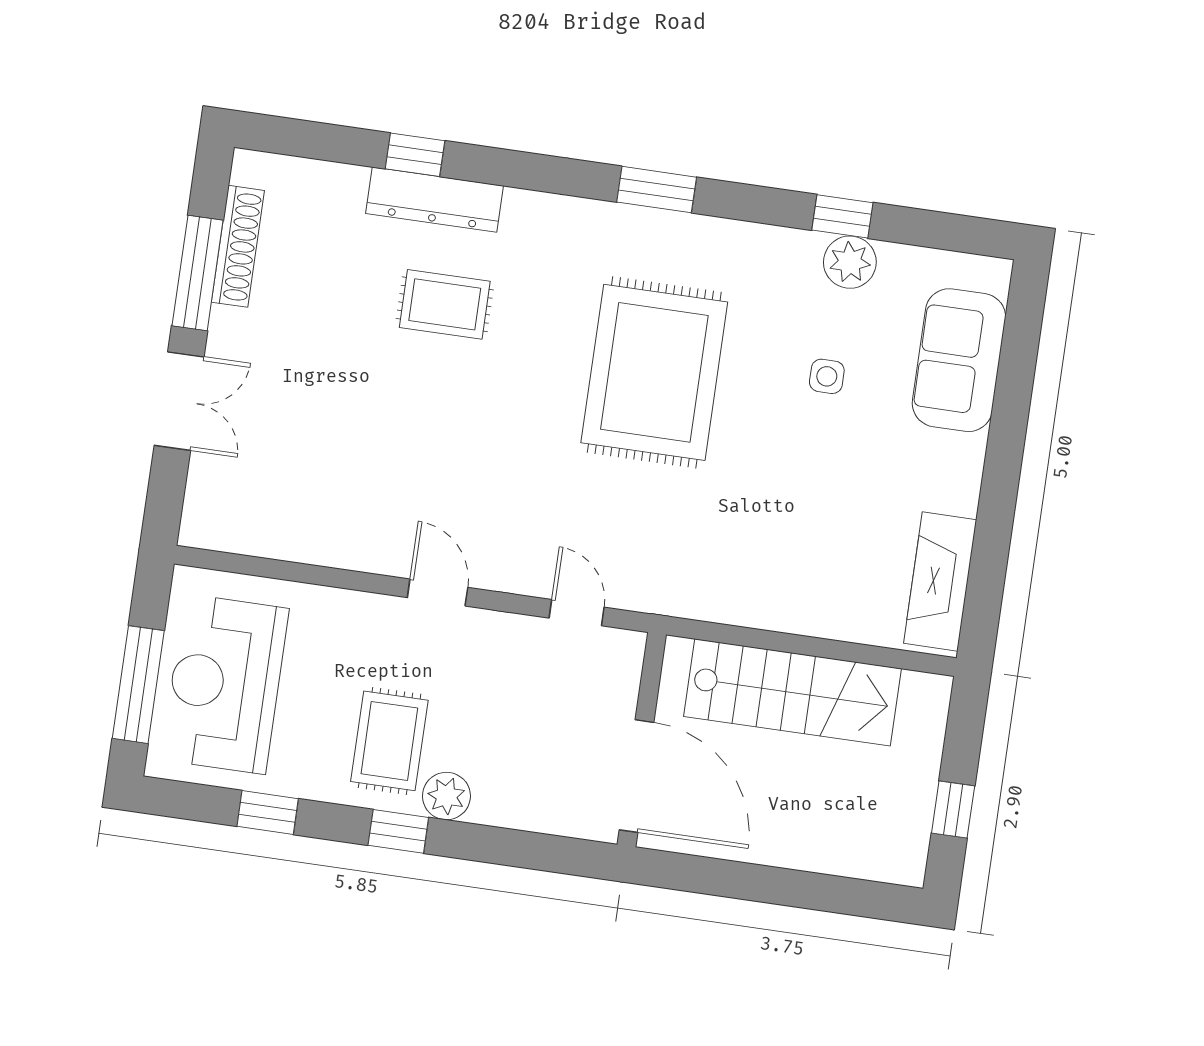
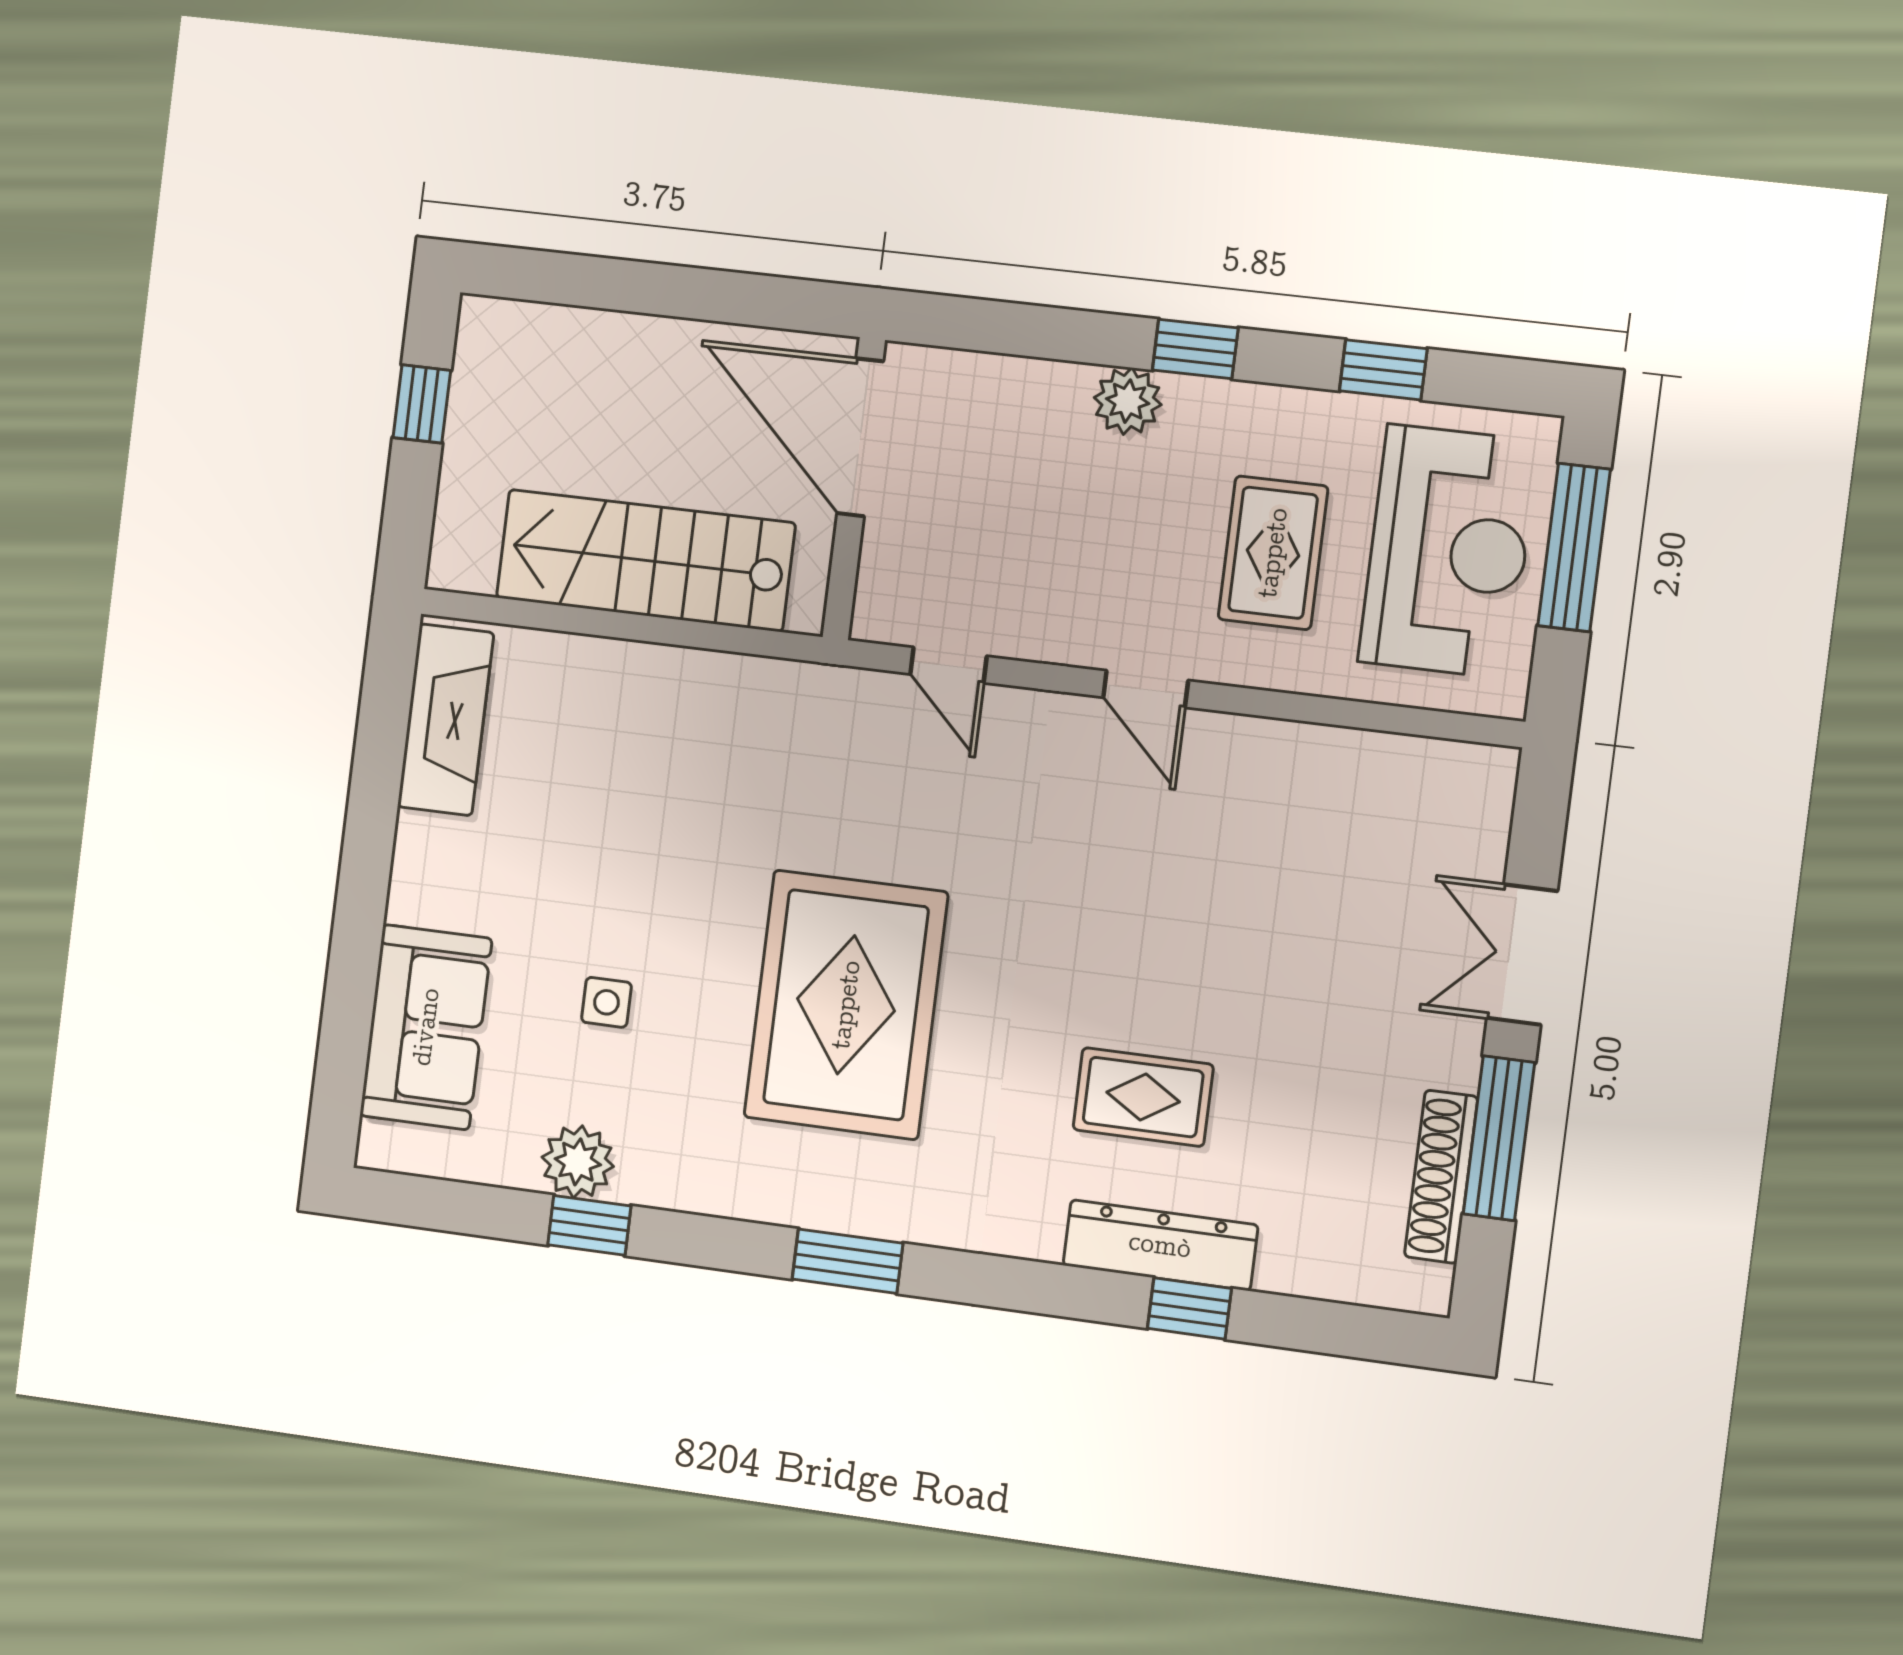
rug: (389, 741) -> (1273, 553), moved

